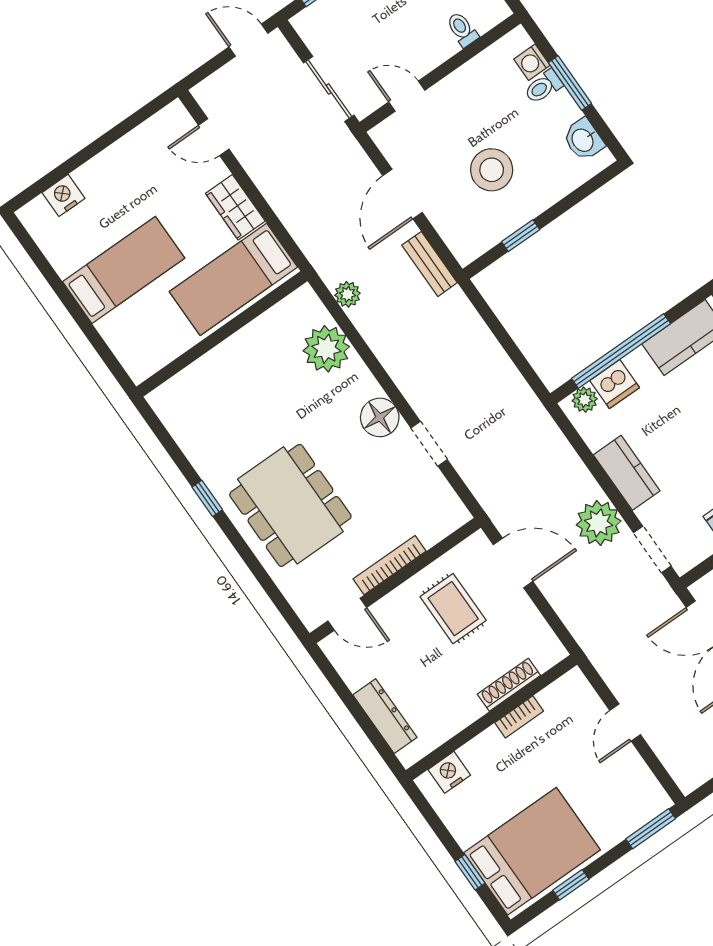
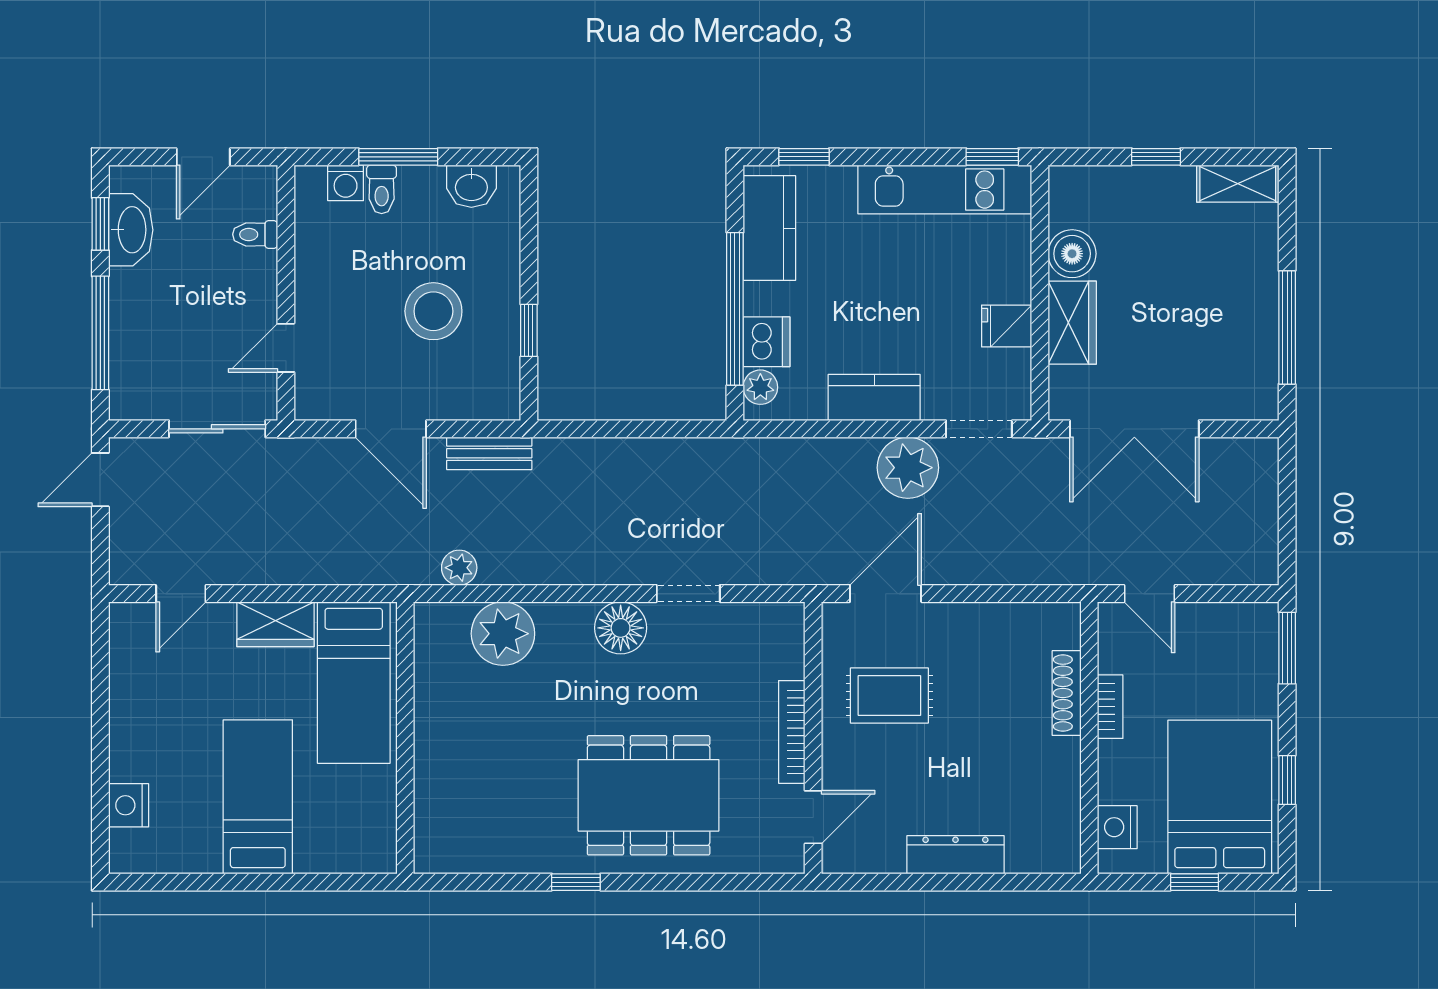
shoe rack: (509, 685) -> (1067, 693), moved
wall: (491, 717) -> (1089, 738), moved
bookcase: (519, 717) -> (1110, 707), moved
nightstand: (449, 772) -> (1117, 827), moved

